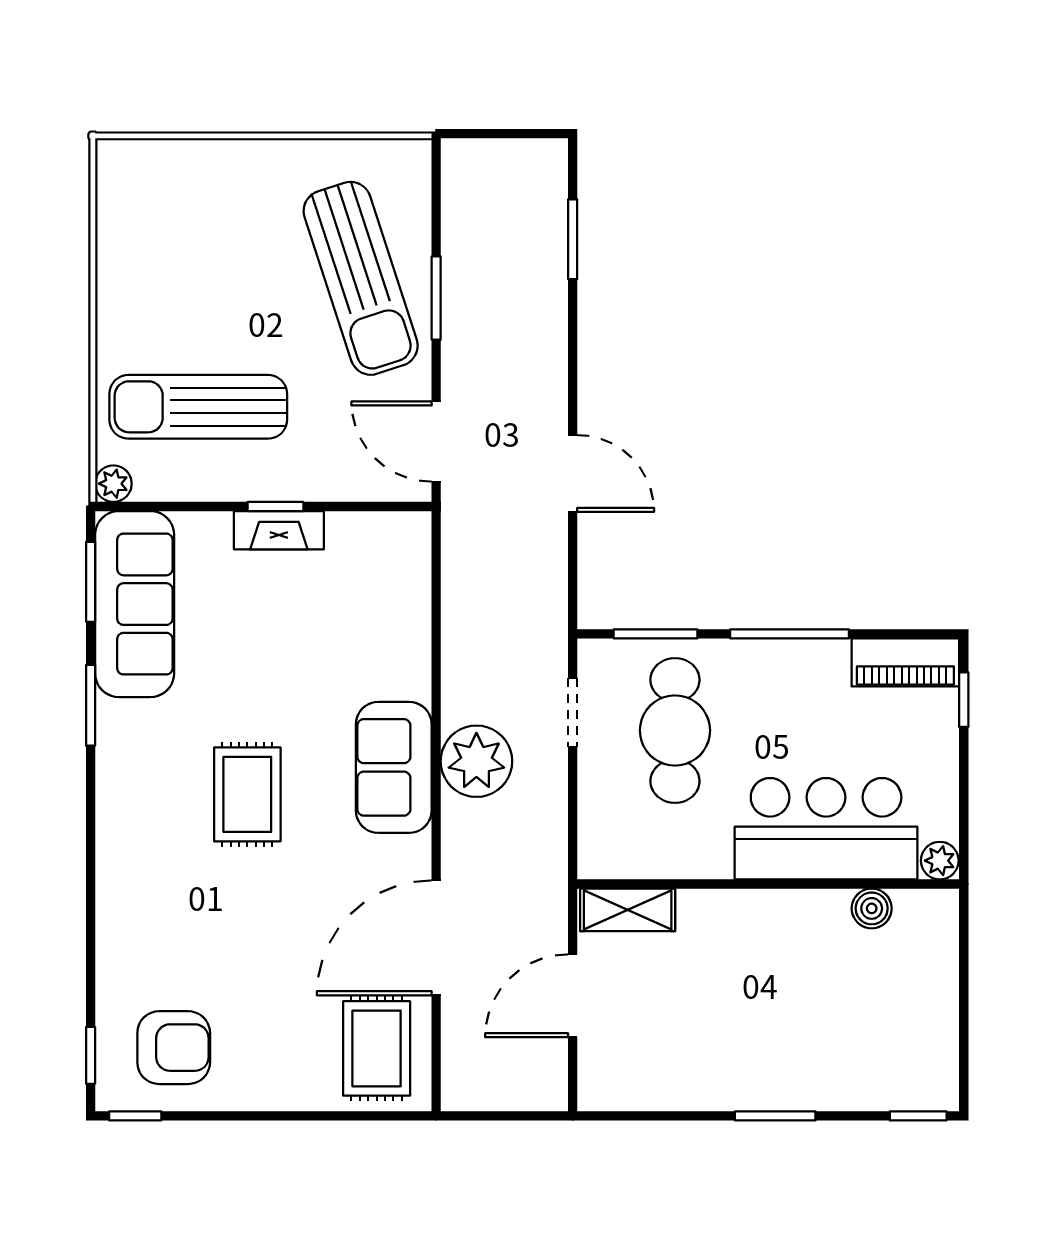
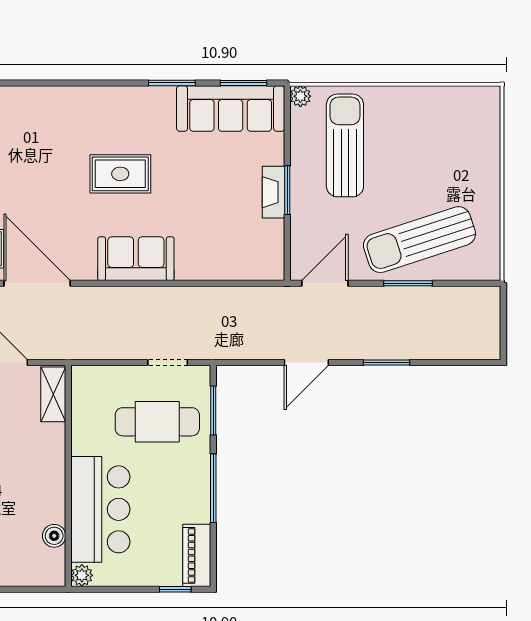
window: (573, 239) -> (386, 362), moved
window: (275, 507) -> (287, 190), width x1.50
plant: (476, 761) -> (139, 307), removed

